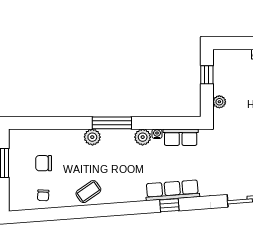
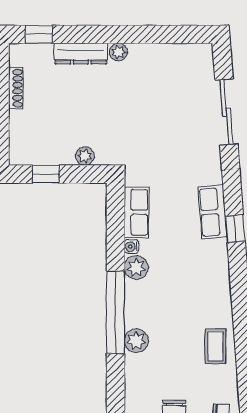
window: (112, 123) -> (116, 312), width x1.46
row of seats: (172, 190) -> (213, 212), width x0.68
coffee table: (88, 192) -> (215, 346), turned 35

